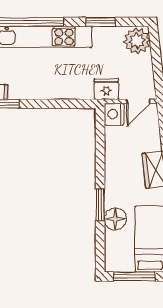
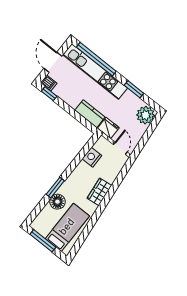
kitchen counter: (73, 90) -> (90, 114), added
door: (138, 101) -> (120, 148), swing flipped
nightstand: (114, 114) -> (92, 157), moved

